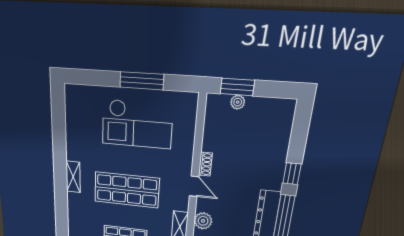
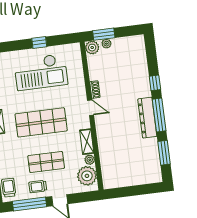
window: (142, 81) -> (39, 42), width x0.46
plant: (203, 221) -> (92, 48), moved

